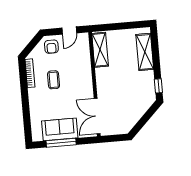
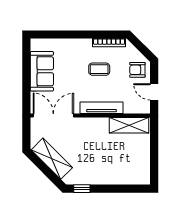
shelving: (145, 52) -> (52, 159), moved, turned 45
tv unit: (87, 75) -> (102, 108), added
window: (61, 143) -> (26, 72), removed

